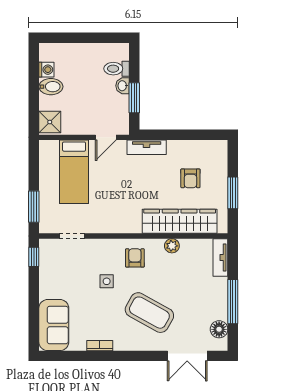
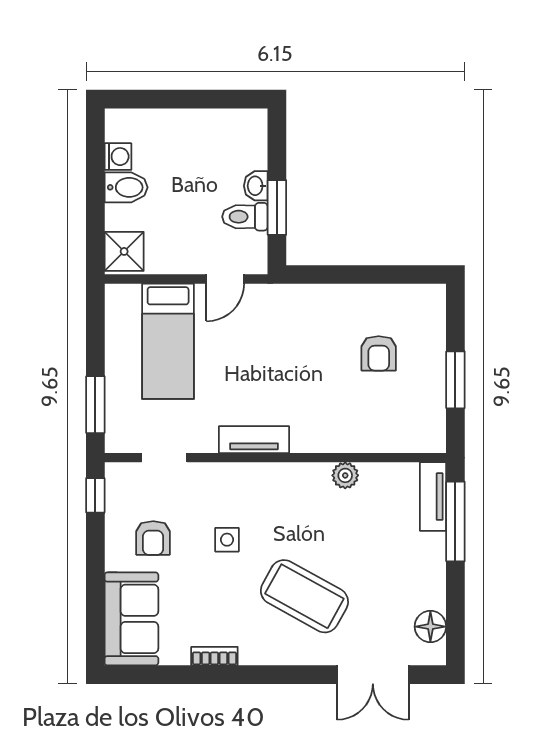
toilet: (117, 69) -> (245, 217), moved
tv unit: (147, 147) -> (254, 440), moved, turned 180
wardrobe: (180, 221) -> (359, 431), removed
armchair: (135, 258) -> (153, 538), moved, turned 180
window: (233, 302) -> (455, 522), moved

